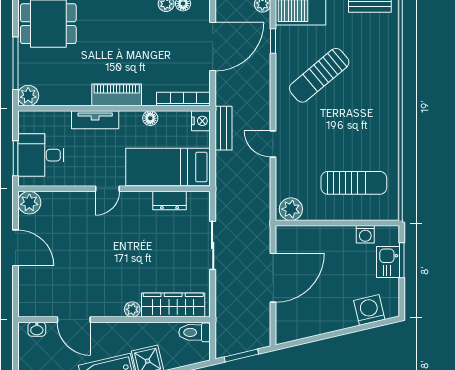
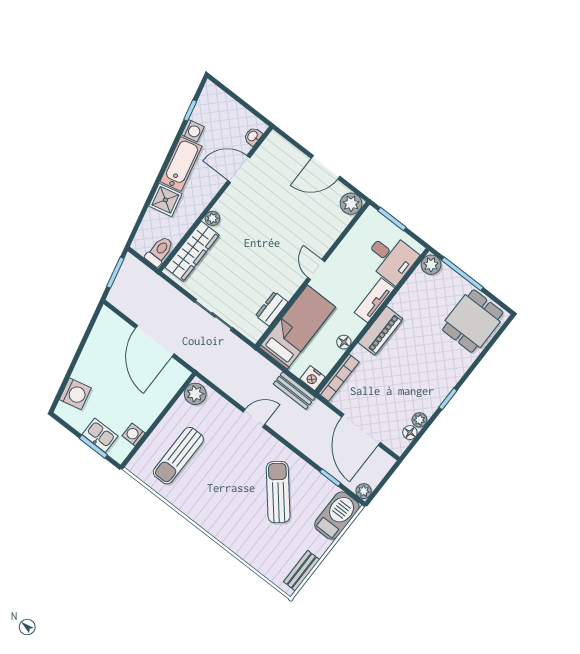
desk: (41, 155) -> (391, 258), moved, turned 90

